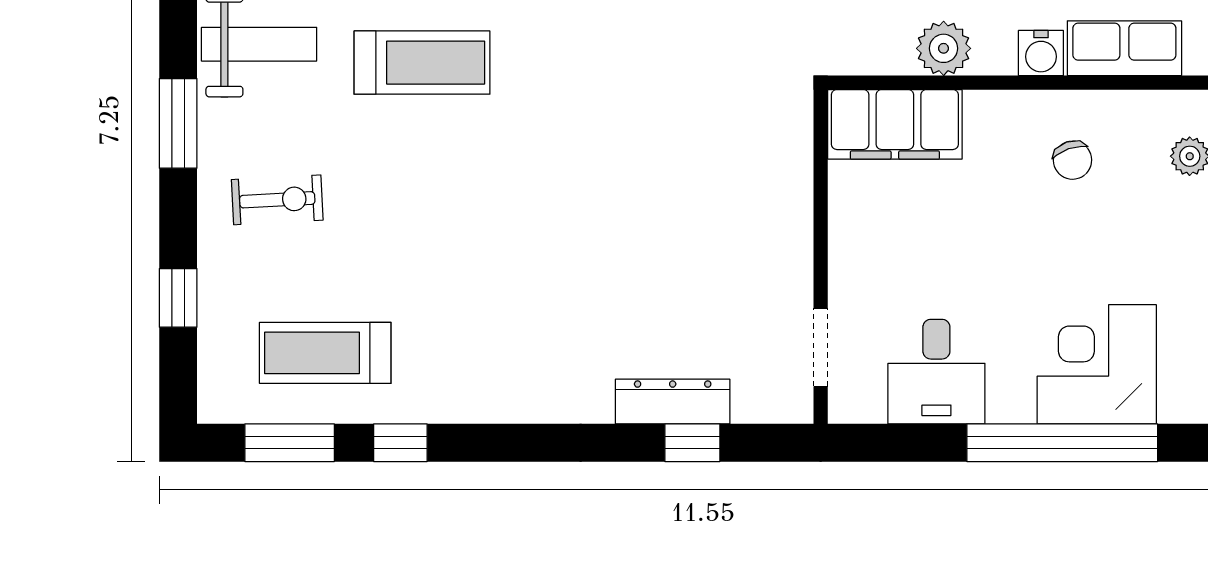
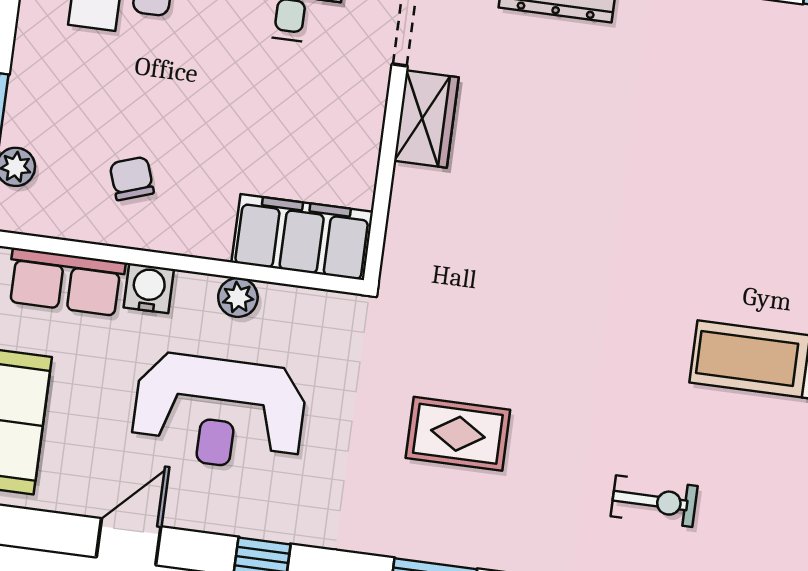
plant: (944, 48) -> (238, 297), width x0.73, depth x0.73
wardrobe: (787, 259) -> (426, 119), added

